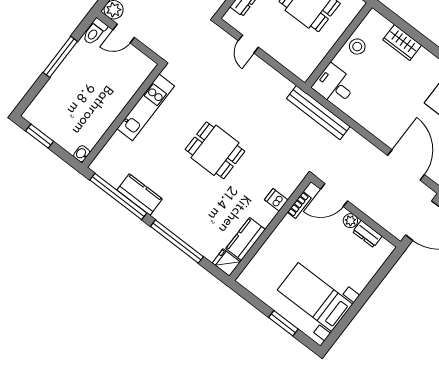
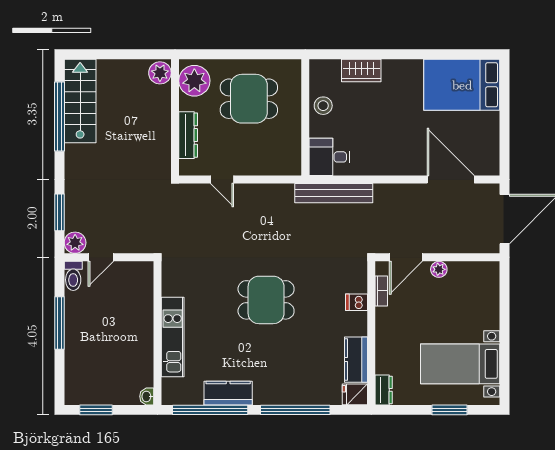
kitchen unit: (146, 107) -> (173, 337), moved
dresser: (367, 234) -> (384, 390), moved, turned -90

